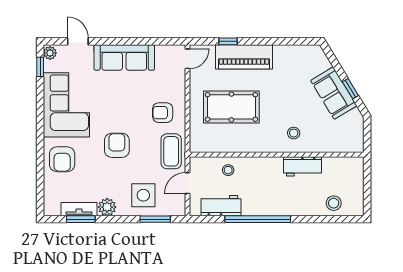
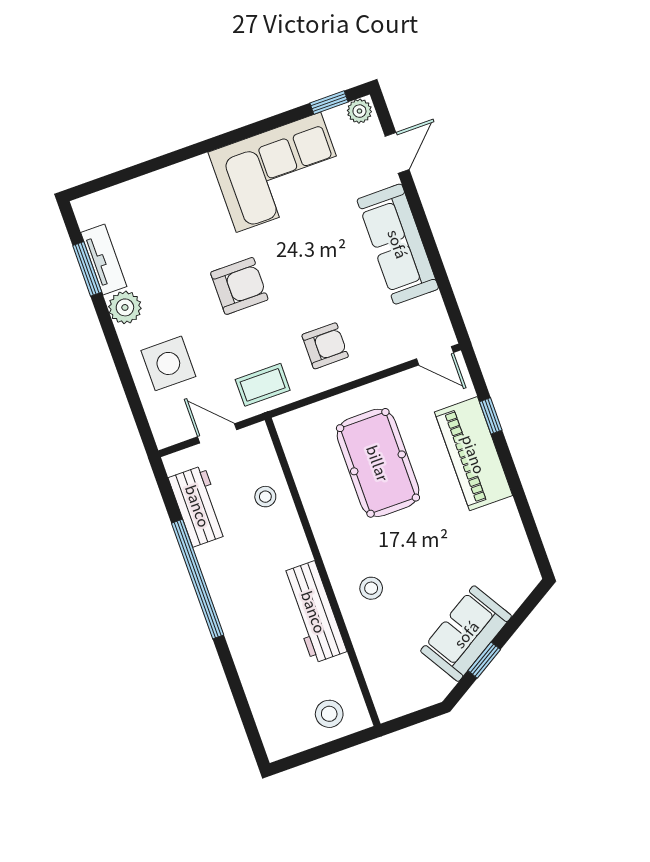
armchair: (163, 113) -> (325, 346), turned 90
coffee table: (171, 151) -> (263, 385), width x0.73, depth x0.77
armchair: (62, 159) -> (181, 199), removed
workbench: (303, 166) -> (314, 612), width x1.38
stool: (334, 203) -> (329, 714), moved
window: (155, 219) -> (134, 399), removed

